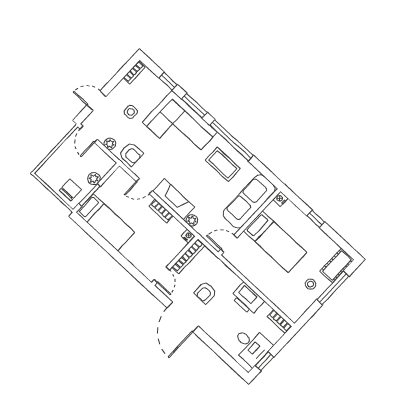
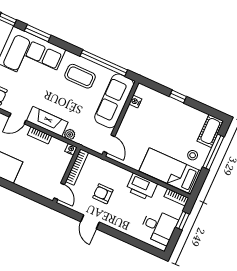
window: (232, 140) -> (104, 63), moved
nightstand: (280, 199) -> (135, 101), moved
bed: (275, 242) -> (170, 171), moved, turned 180
door: (229, 244) -> (109, 144), swing flipped
armchair: (205, 293) -> (103, 194), turned 90
door: (183, 317) -> (90, 222), width x0.53
window: (265, 361) -> (182, 221), moved

